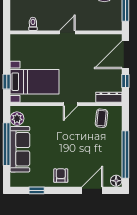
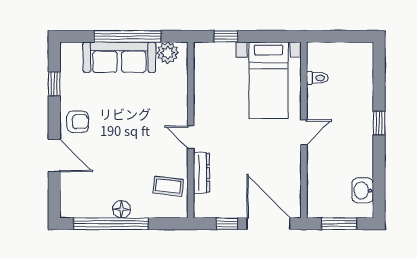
door: (67, 32) -> (304, 132), hinge flipped
bed with nightstands: (34, 82) -> (269, 80), moved
dresser: (109, 97) -> (201, 173), moved
floor lamp: (116, 181) -> (122, 209), moved
door: (92, 190) -> (54, 155), moved

